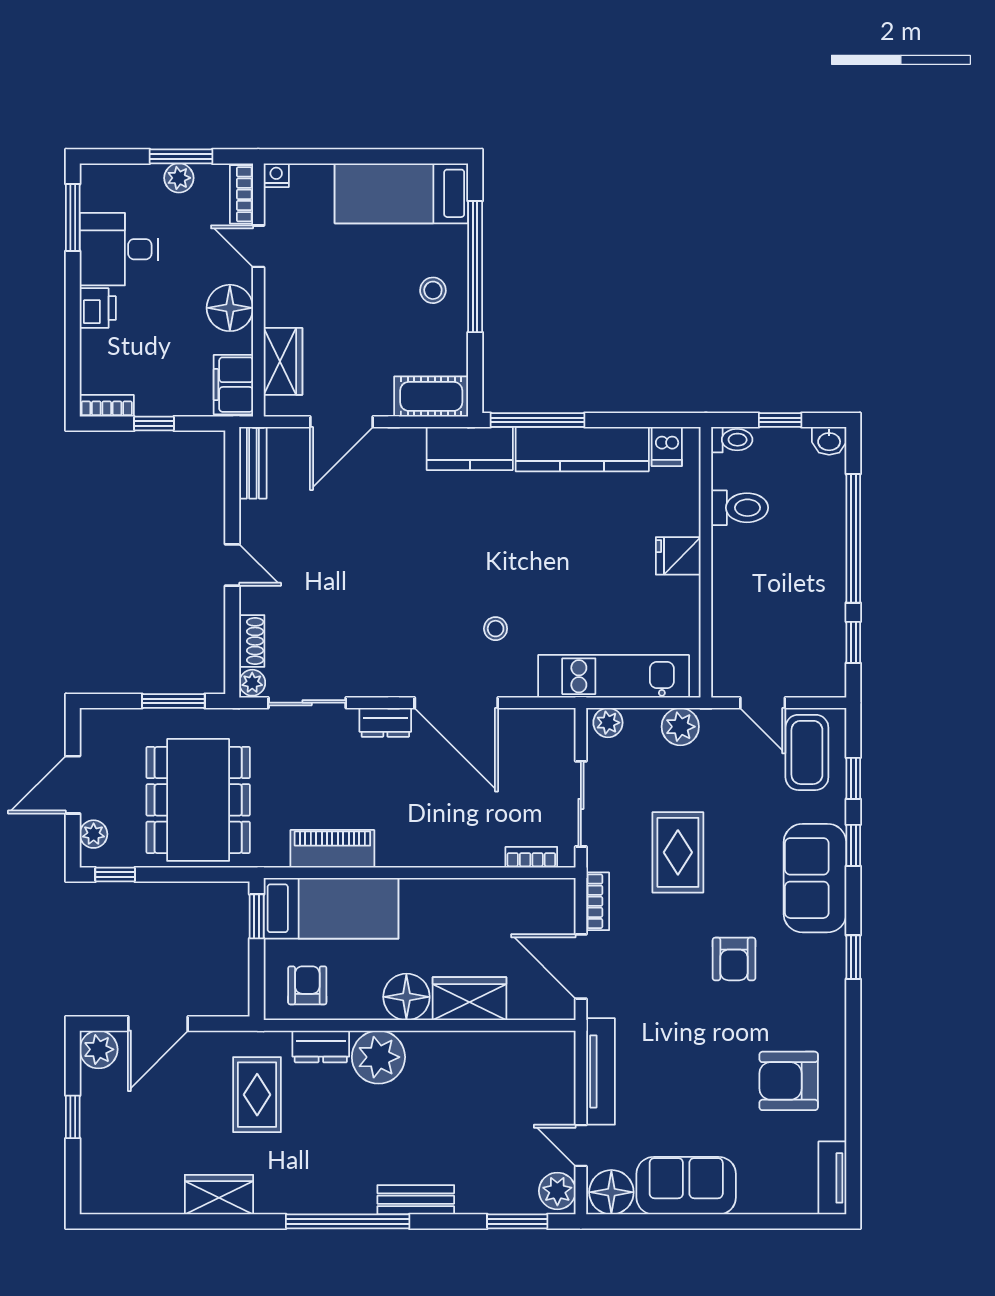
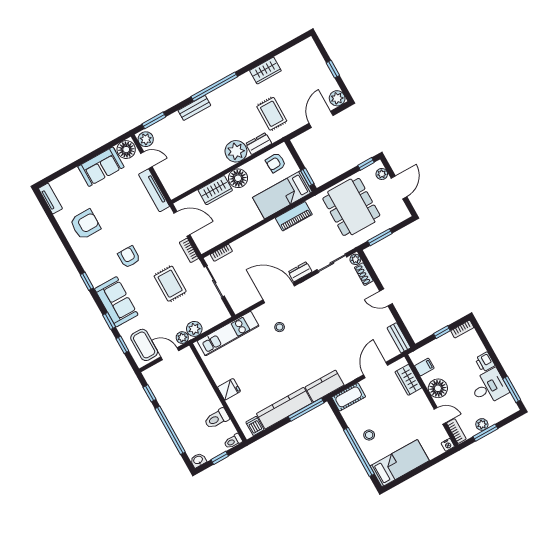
filing cabinet: (233, 385) -> (424, 367), width x0.50
plant: (608, 723) -> (182, 338), moved
armchair: (307, 985) -> (276, 163), turned 87

